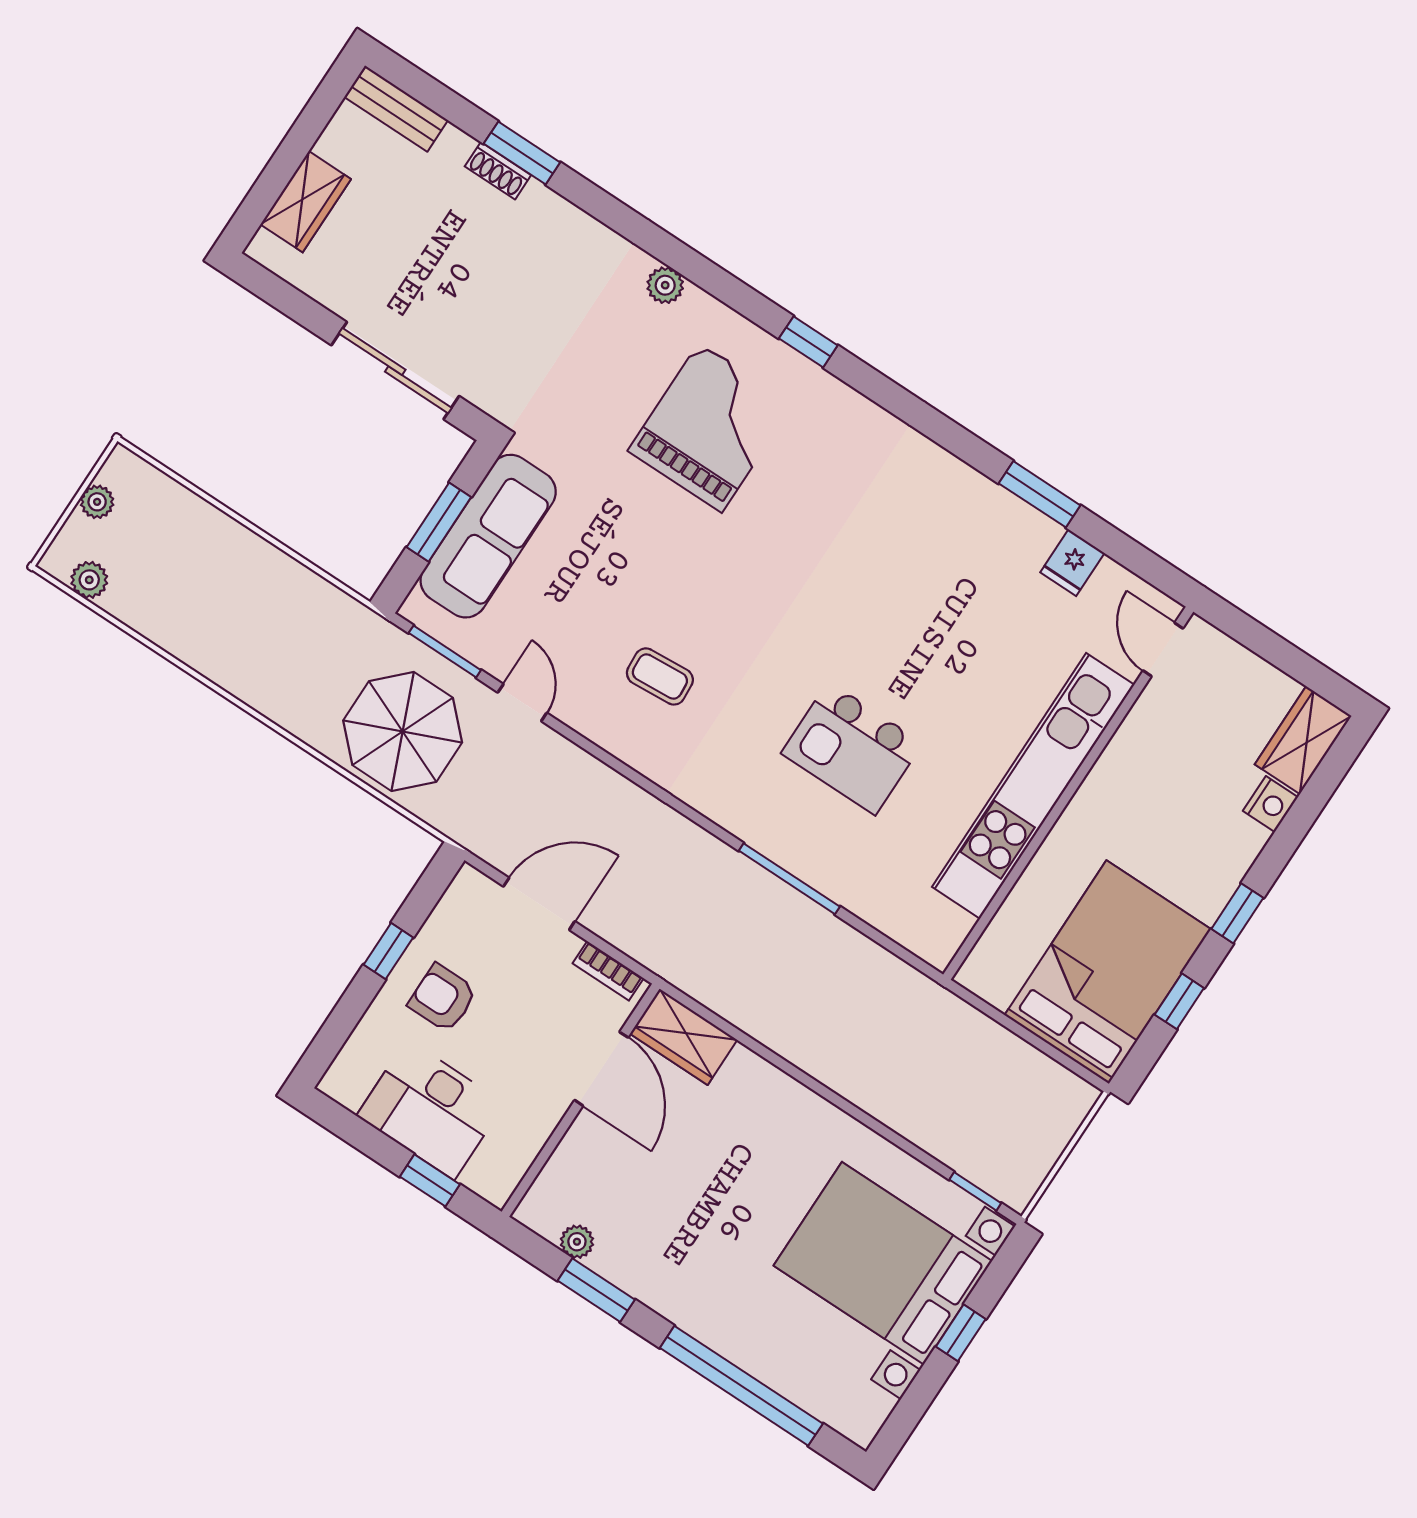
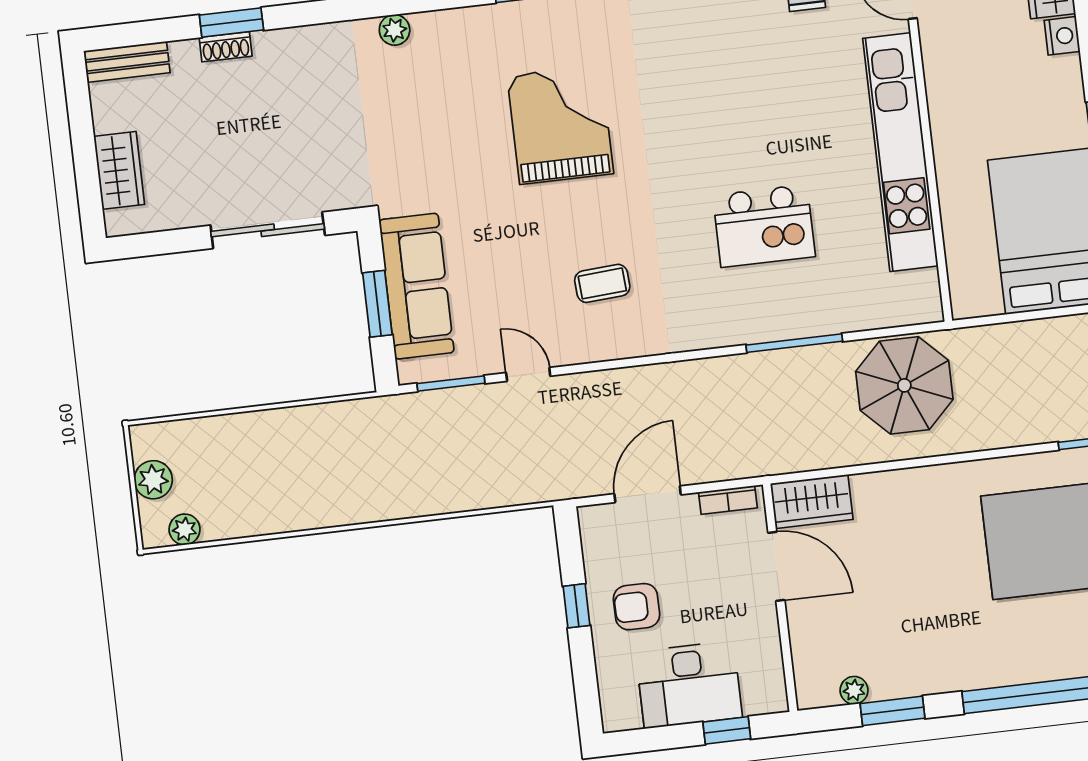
grand piano: (711, 427) -> (560, 125), moved
plant: (97, 502) -> (153, 480), width x1.38, depth x1.38
parasol: (403, 731) -> (904, 385), moved

